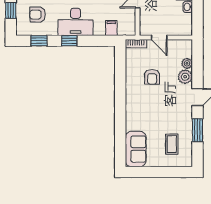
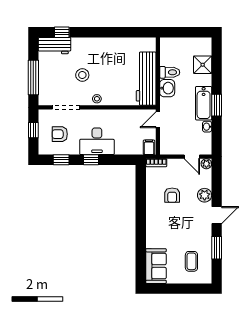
filing cabinet: (111, 28) -> (149, 147), moved
door: (159, 38) -> (192, 157), moved
plant: (187, 63) -> (206, 164), moved

